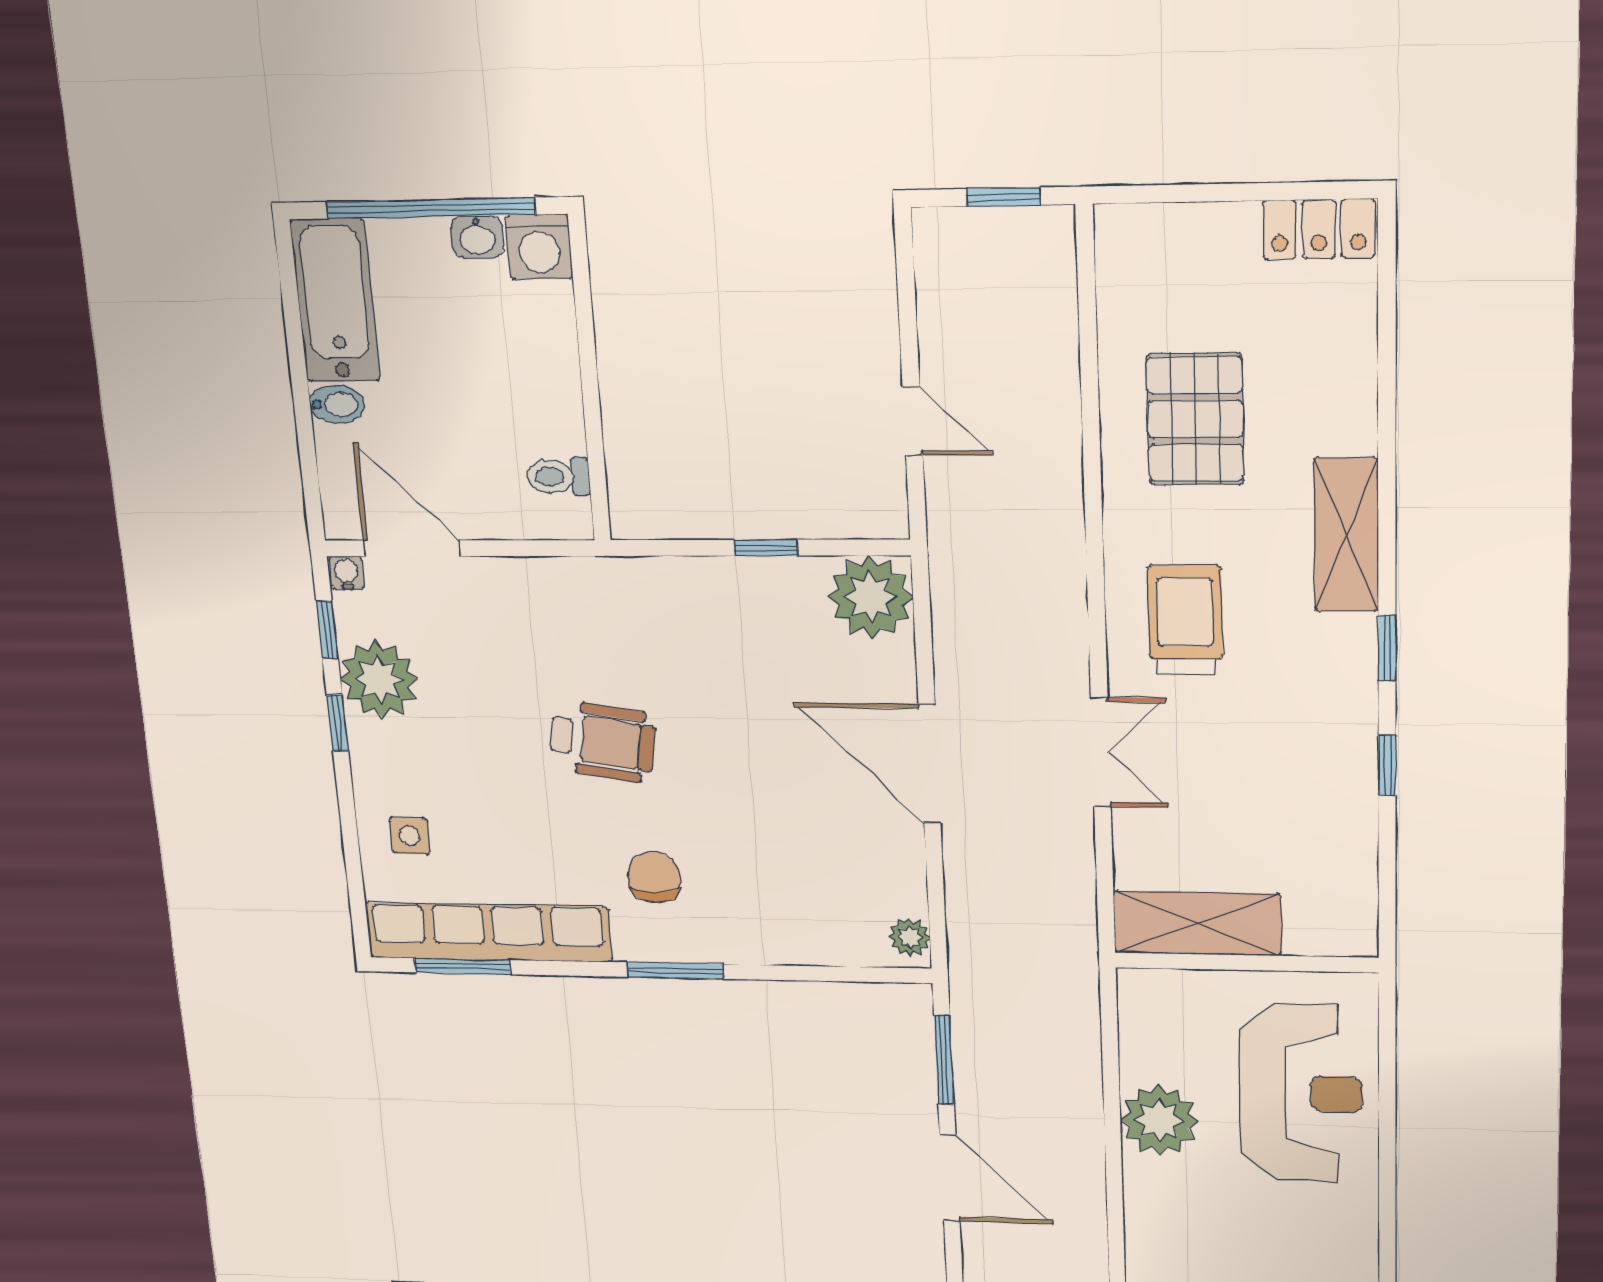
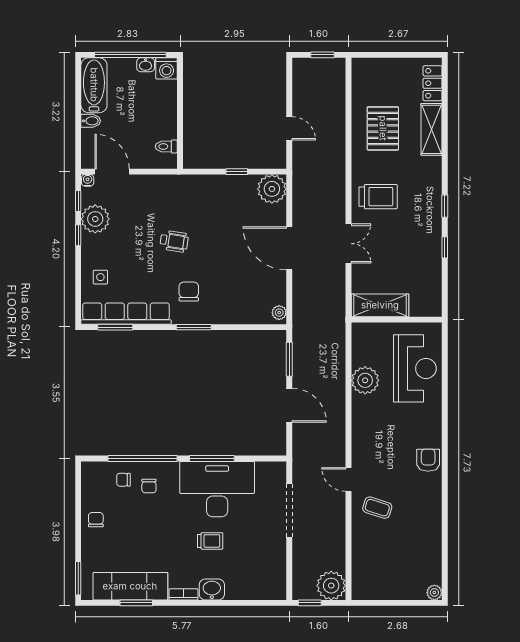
locker: (1319, 229) -> (433, 83), moved, turned 90
shelving: (1346, 535) -> (432, 129), moved
trolley: (1185, 620) -> (378, 197), turned 90
wheelchair: (603, 741) -> (174, 241), width x0.73, depth x0.73

